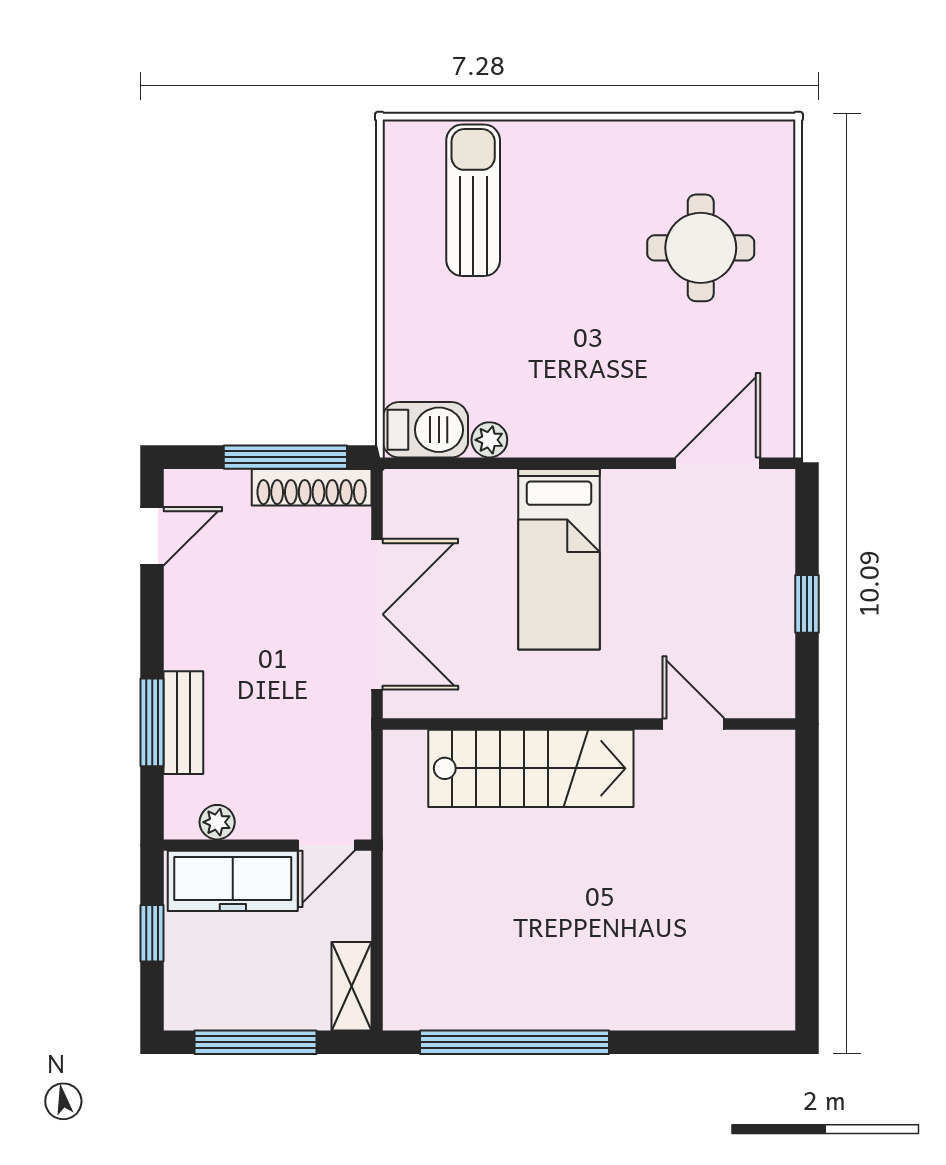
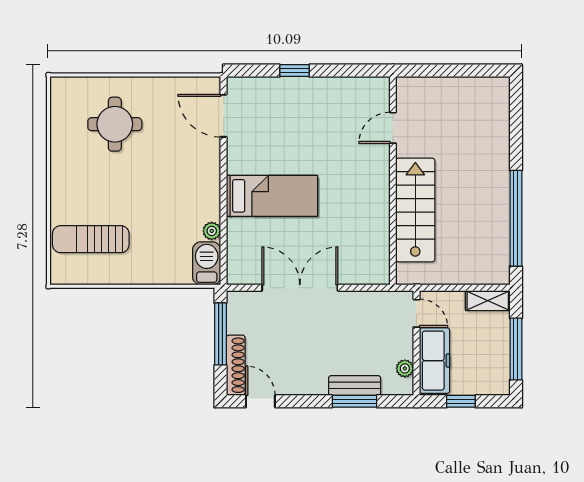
shoe rack: (312, 487) -> (236, 365), moved
wall: (589, 724) -> (393, 181), moved
door: (693, 724) -> (393, 128), moved
stairs: (531, 768) -> (415, 210), moved

